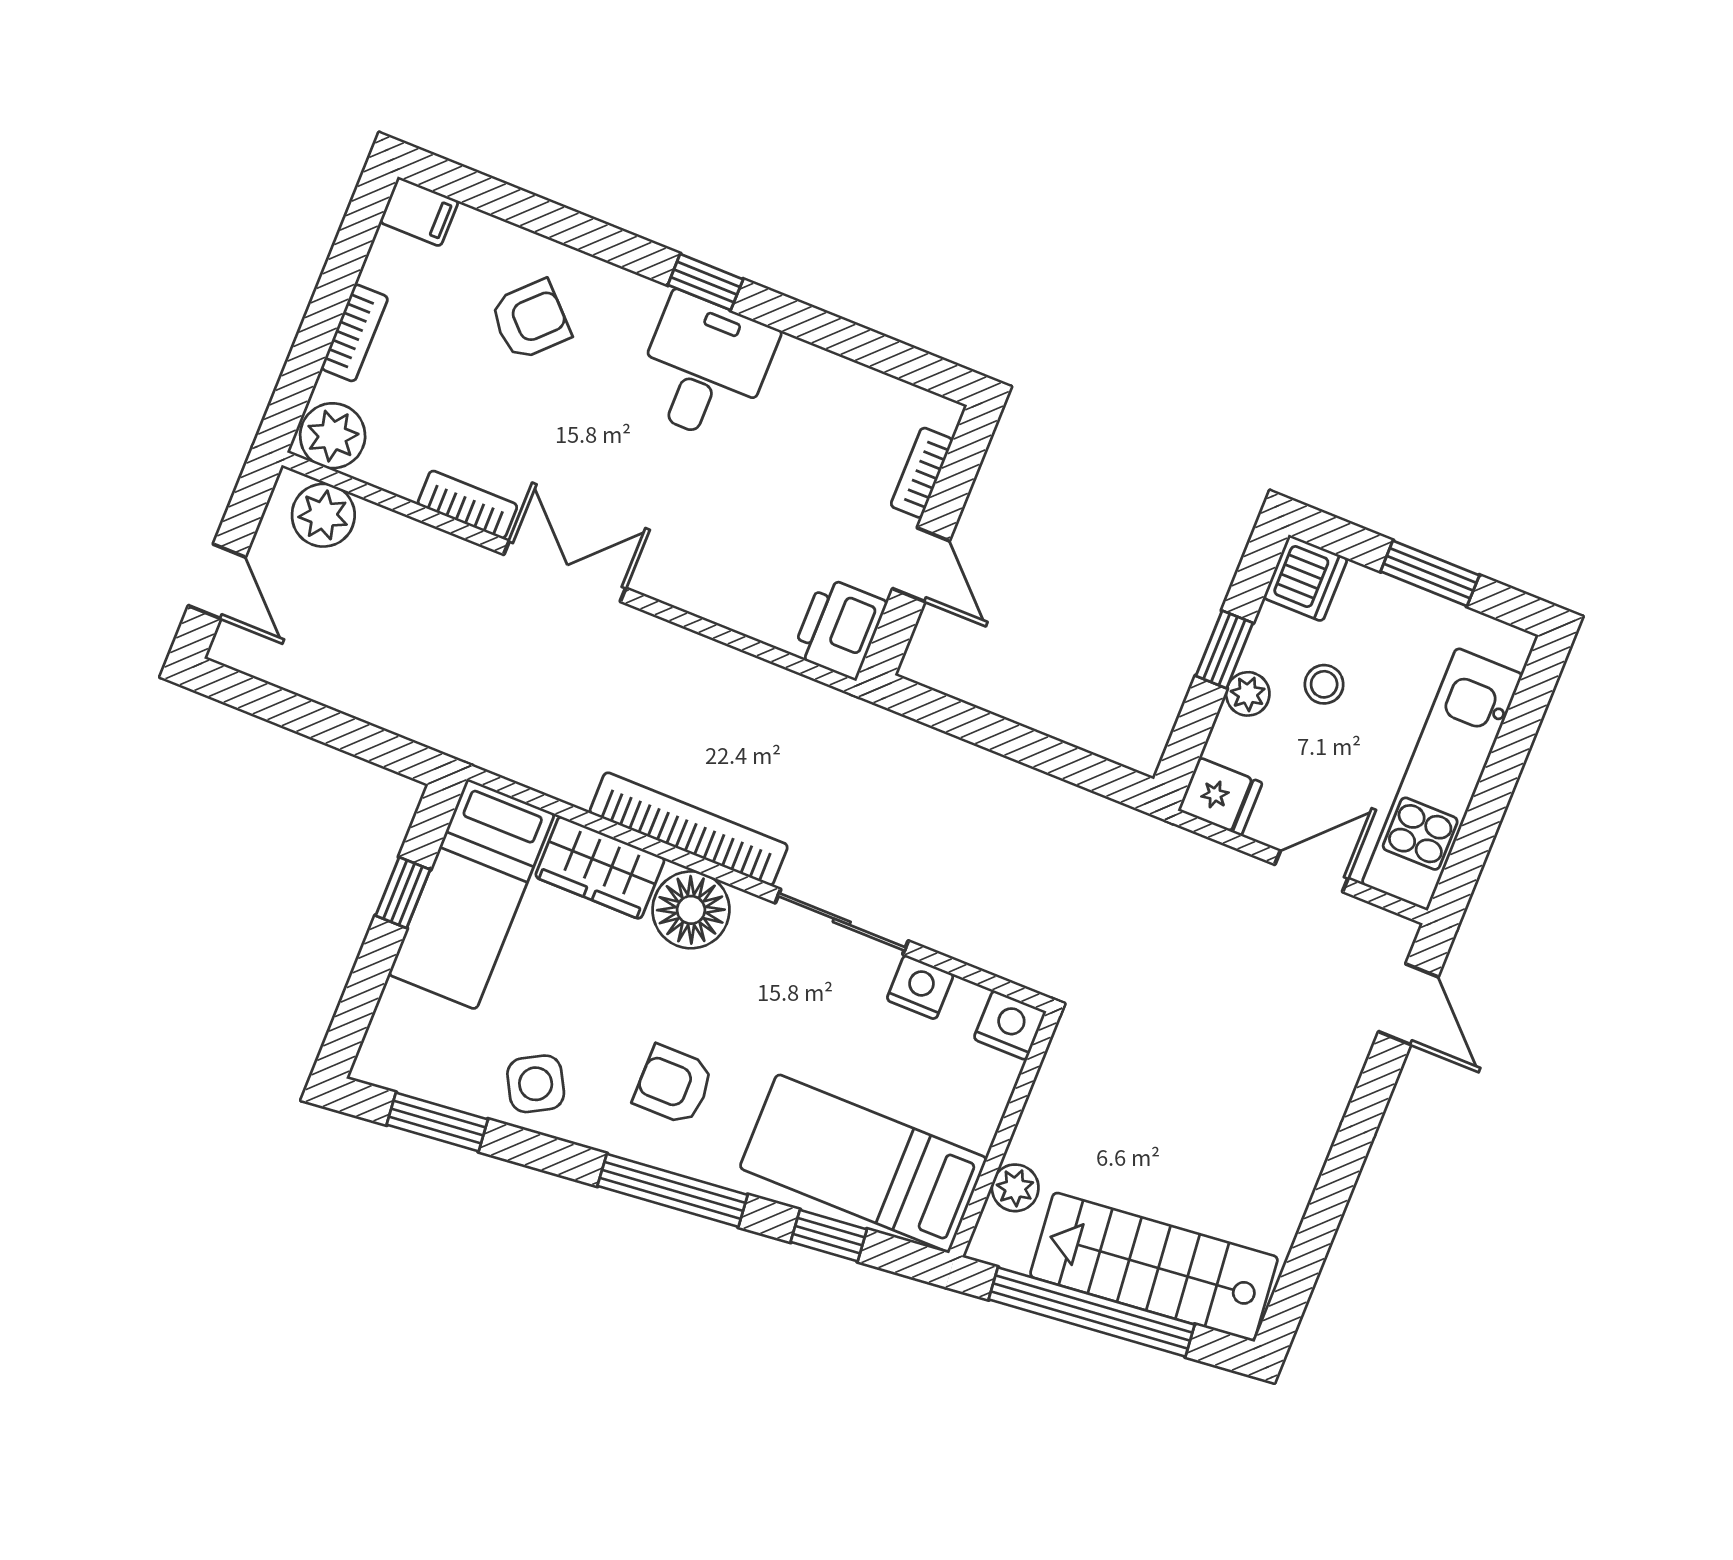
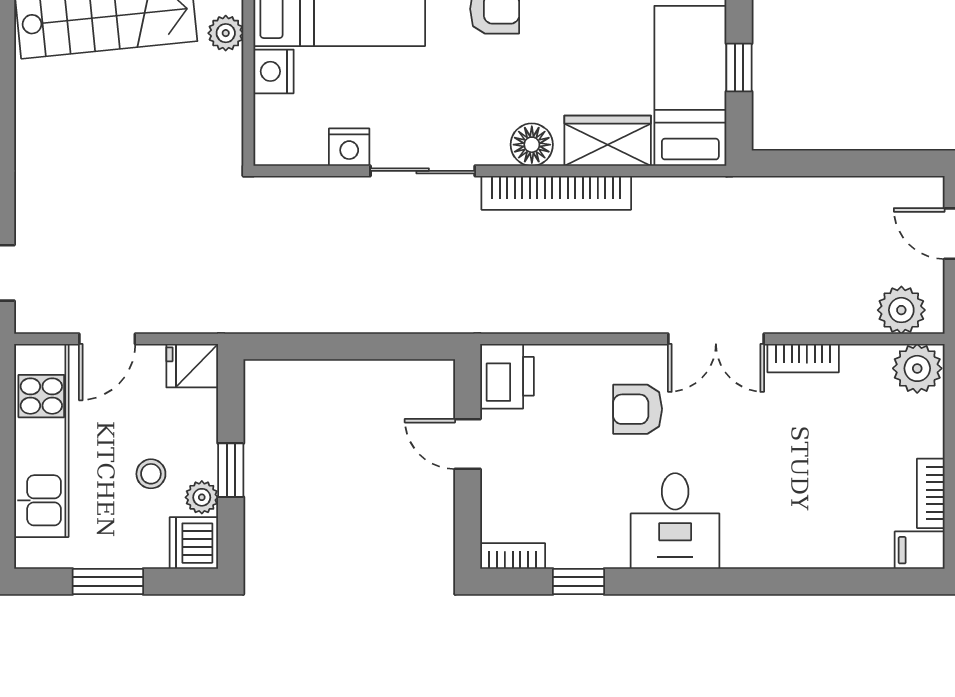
window: (705, 282) -> (578, 582), moved
armchair: (530, 320) -> (638, 409), moved, turned 45
bookcase: (355, 333) -> (931, 493), moved
bookcase: (922, 473) -> (513, 556), moved, turned -90
plant: (1248, 694) -> (202, 497), moved
floor lamp: (691, 910) -> (532, 145), width x0.73, depth x0.73
nightstand: (1010, 1025) -> (274, 71), moved, turned 90

